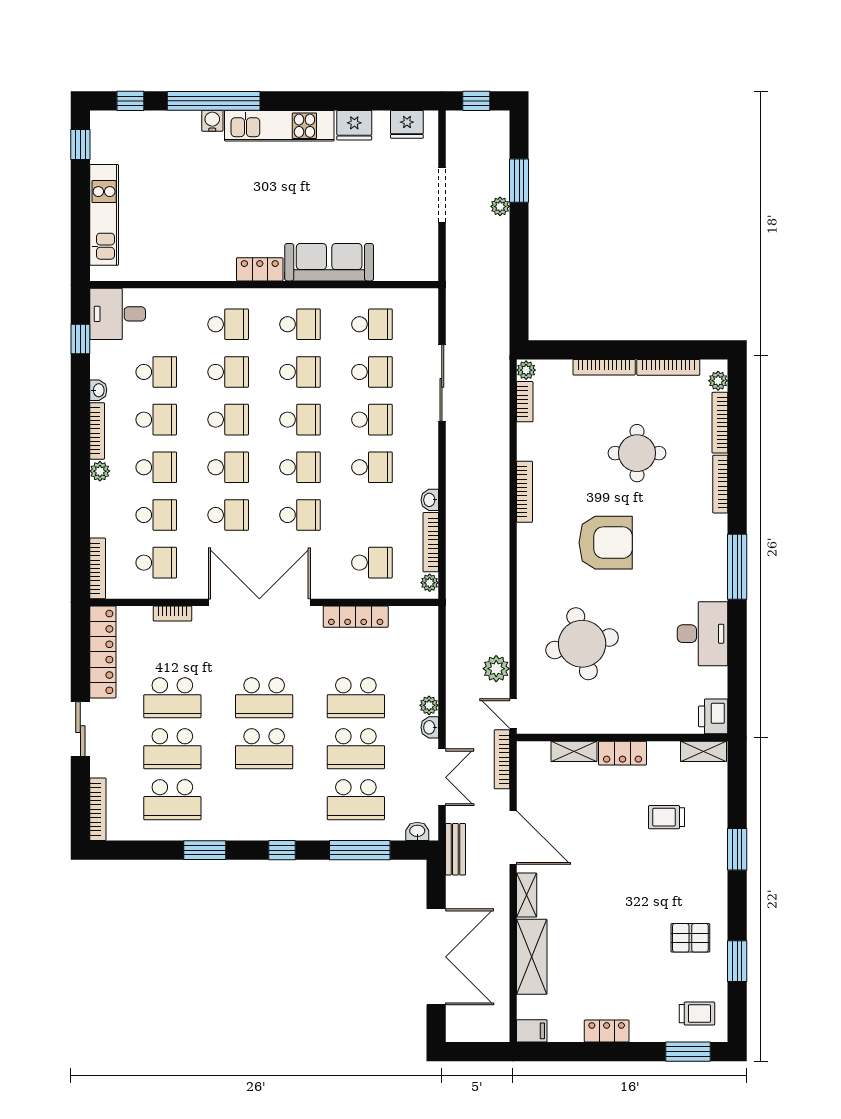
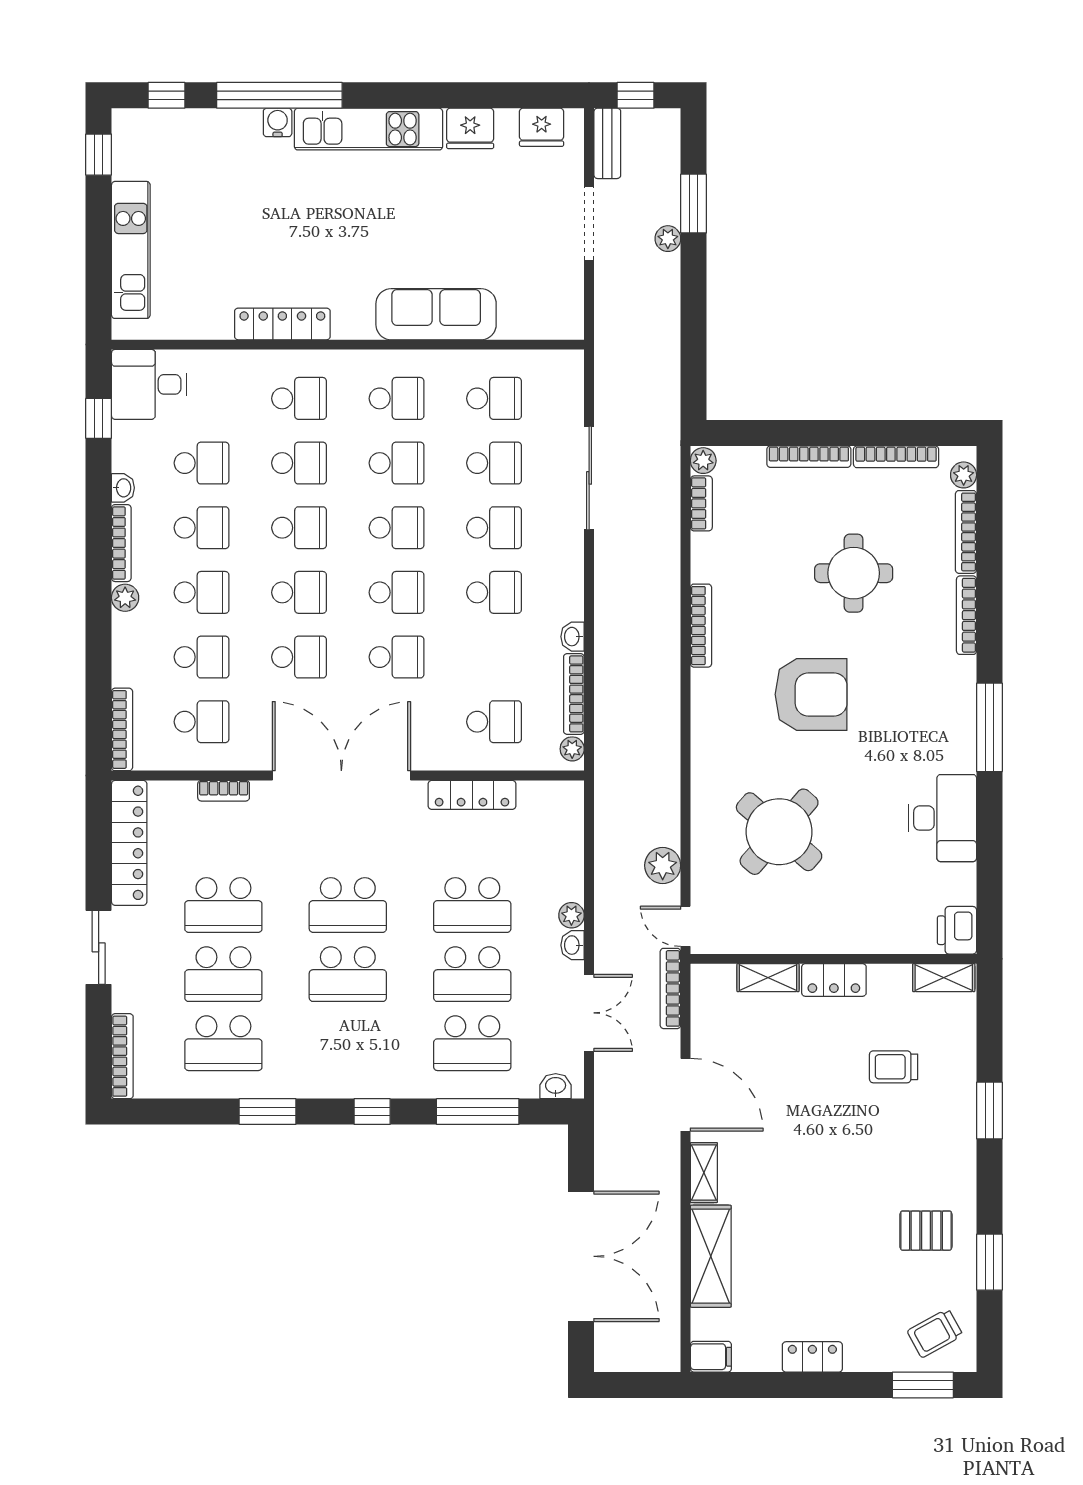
locker: (260, 269) -> (282, 324), moved, width x1.53
round table: (582, 644) -> (779, 832), turned -36
bench: (455, 849) -> (607, 143), moved
trolley: (697, 1014) -> (935, 1333), turned 151

